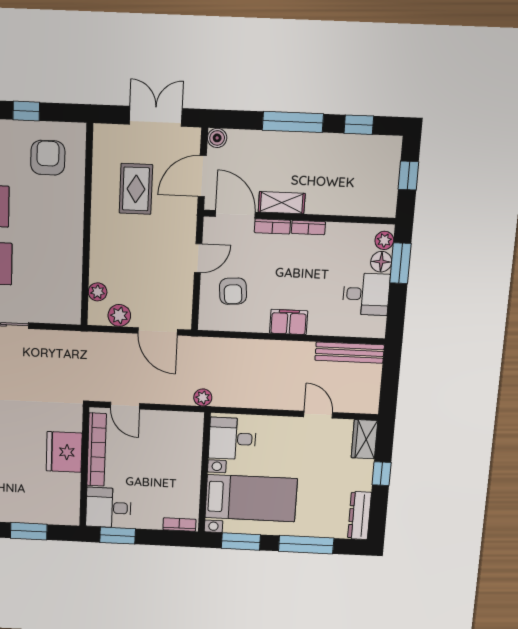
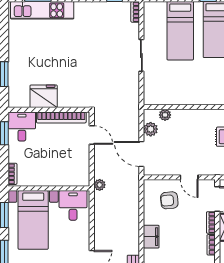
door: (158, 331) -> (141, 154), hinge flipped
door: (125, 406) -> (92, 135), swing flipped
fridge: (64, 452) -> (44, 96), moved

